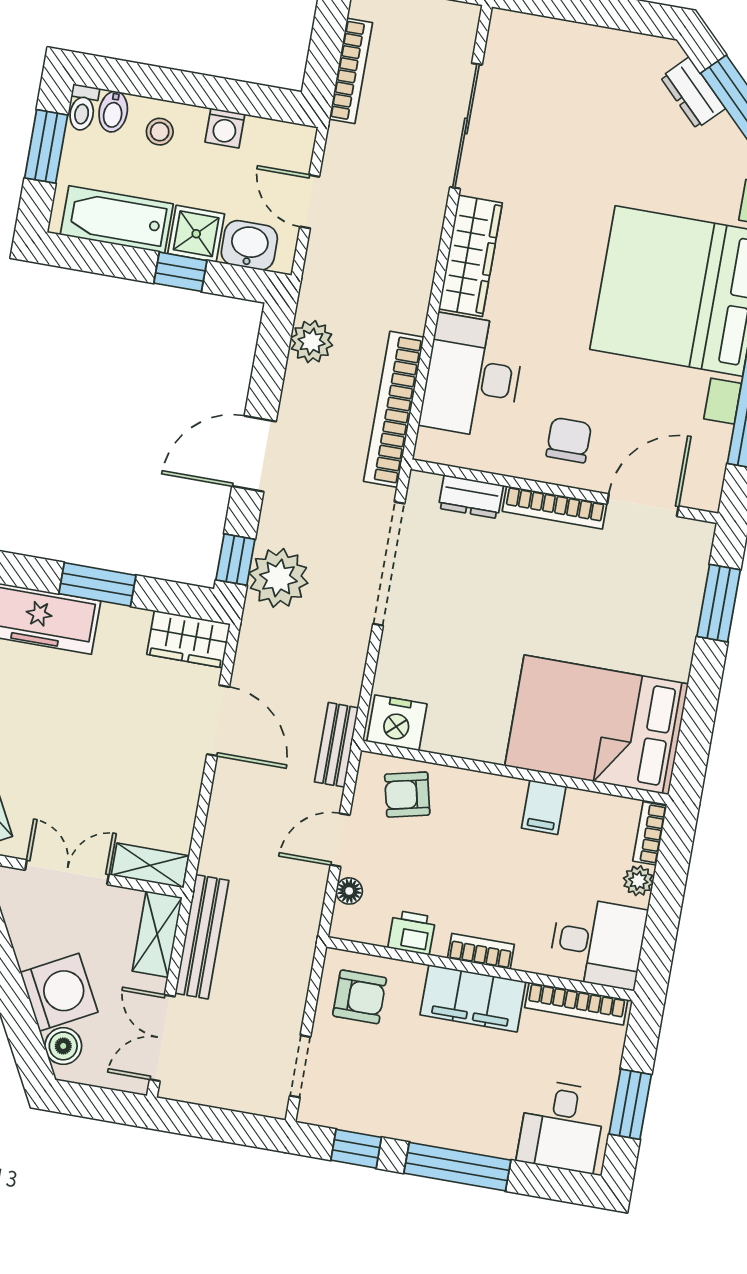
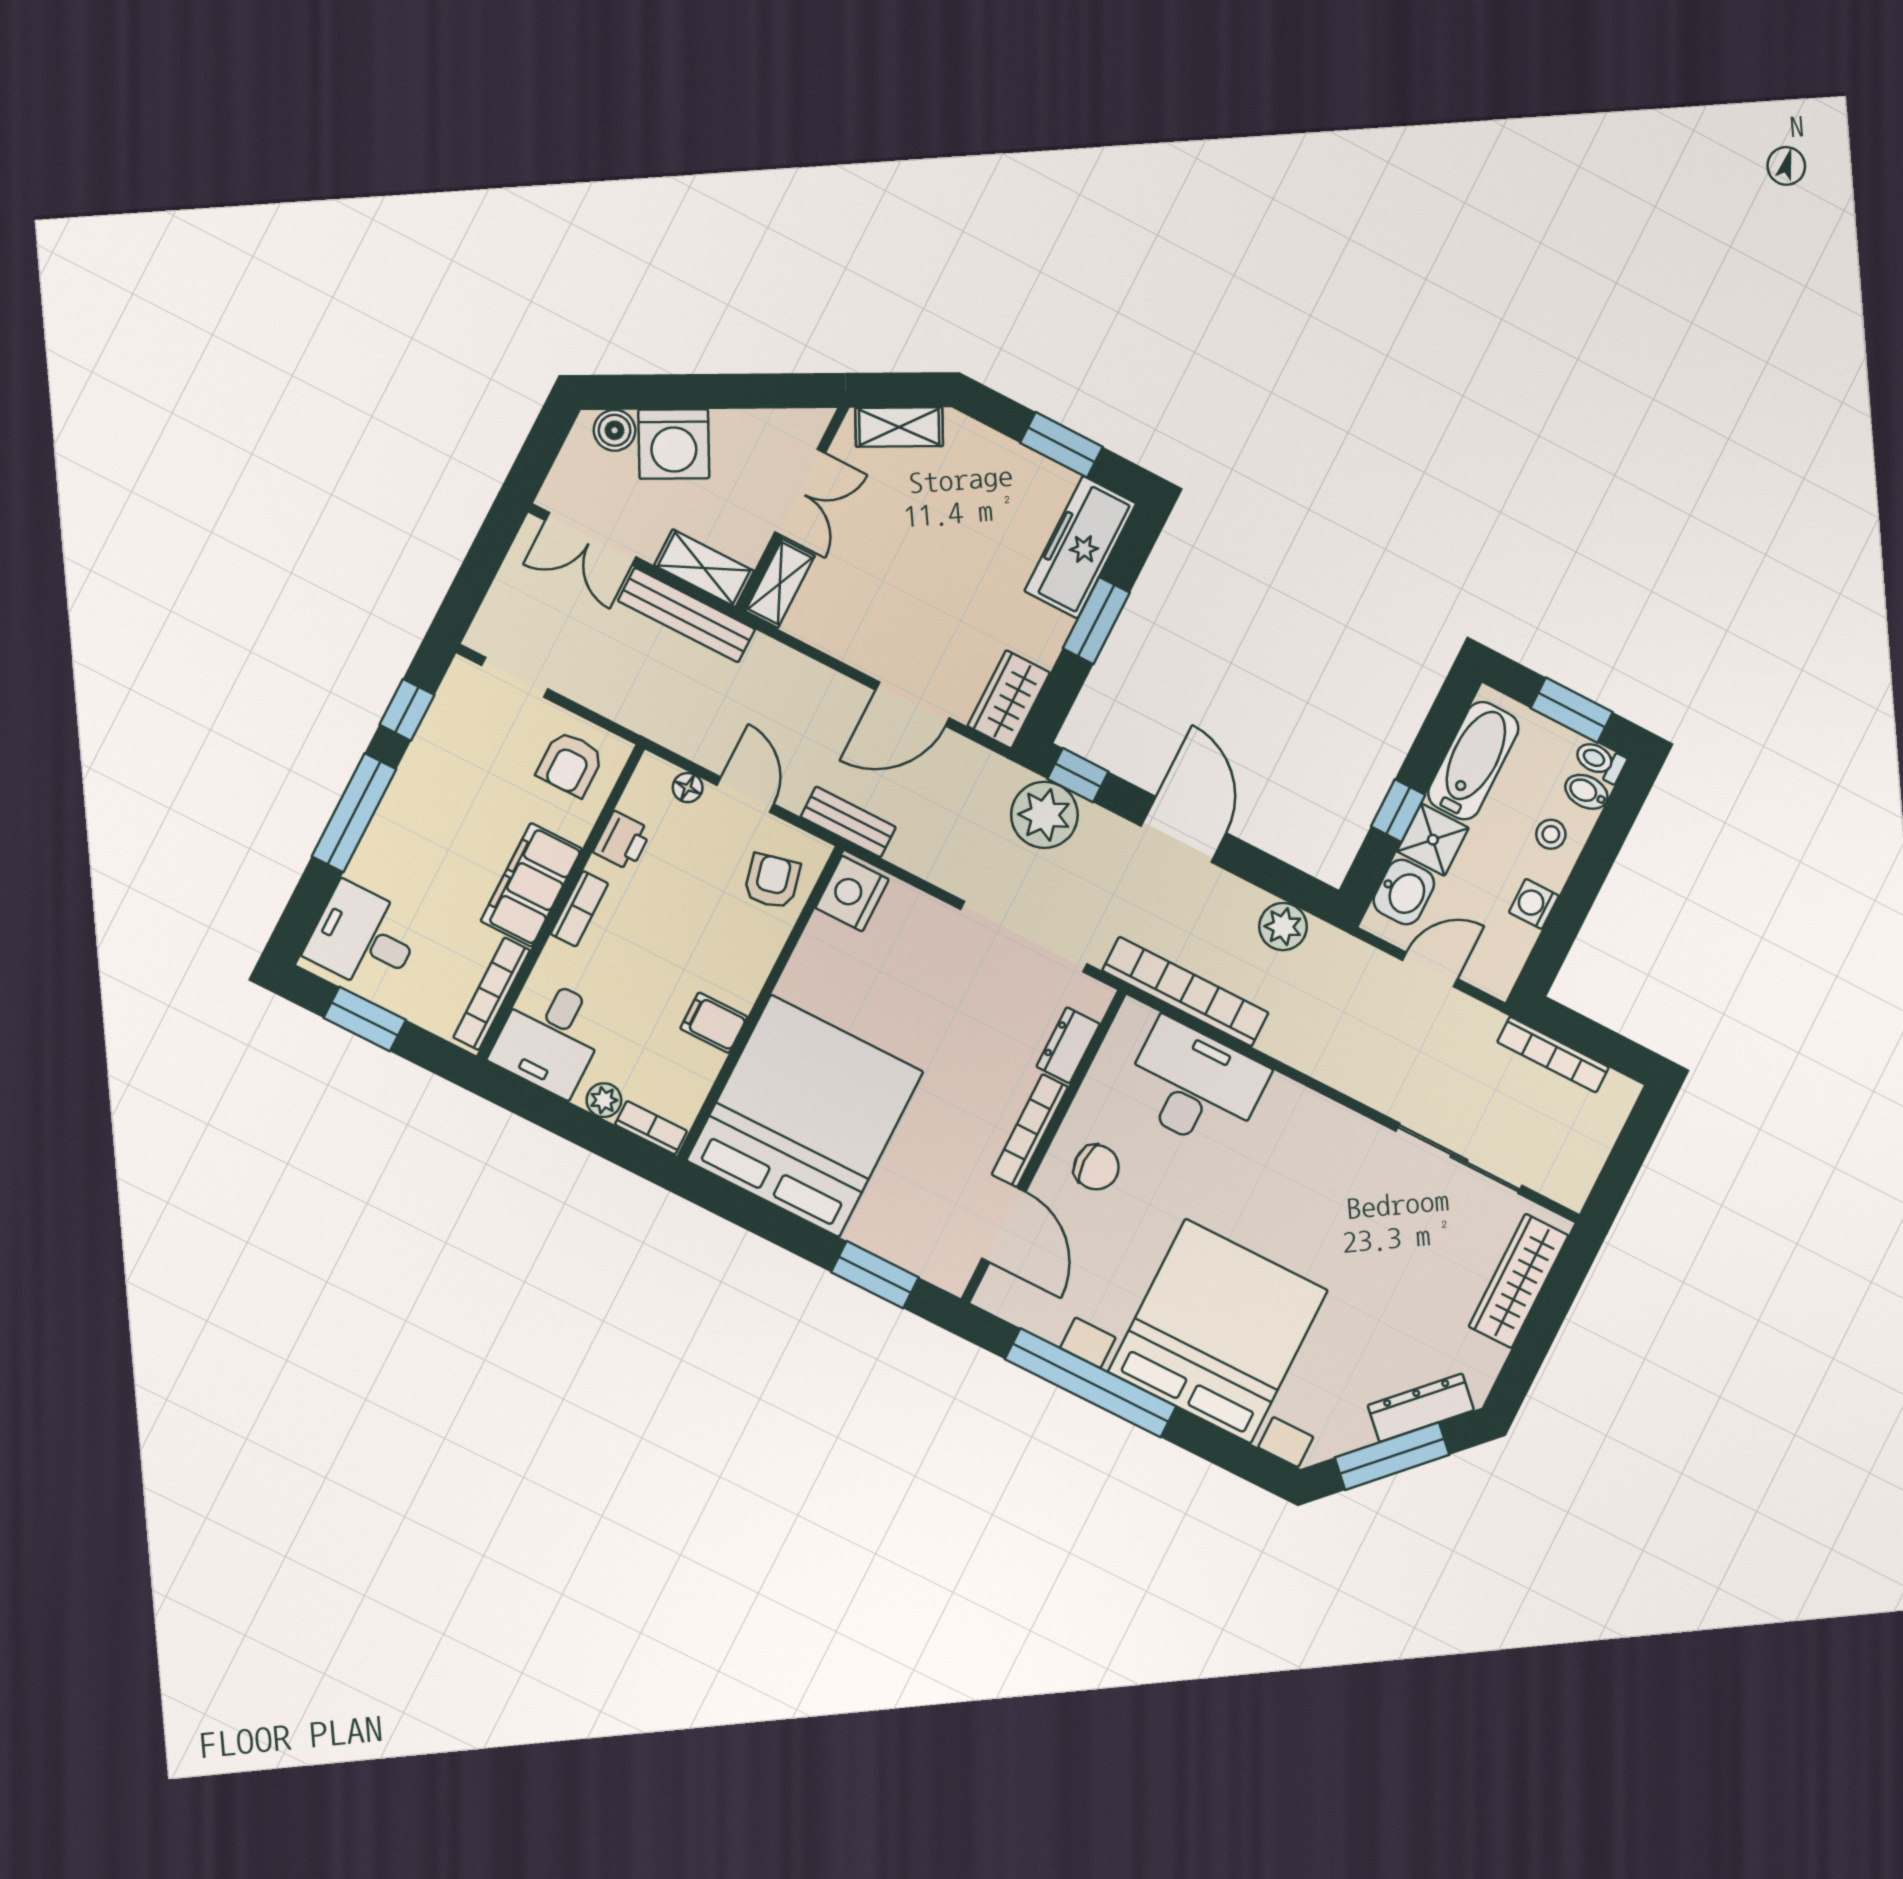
dresser: (693, 93) -> (1421, 1408), width x1.44
wardrobe: (470, 256) -> (1519, 1281), moved, turned 90
bed: (597, 725) -> (805, 1116), width x1.36
double door: (162, 1038) -> (591, 539), swing flipped

